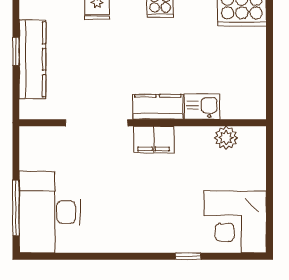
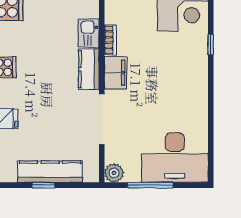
bookcase: (194, 133) -> (110, 40), added
plant: (226, 138) -> (114, 173), moved
window: (16, 208) -> (150, 185), moved

